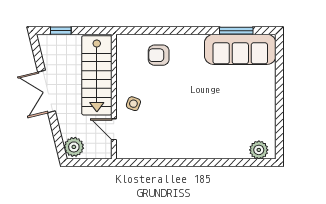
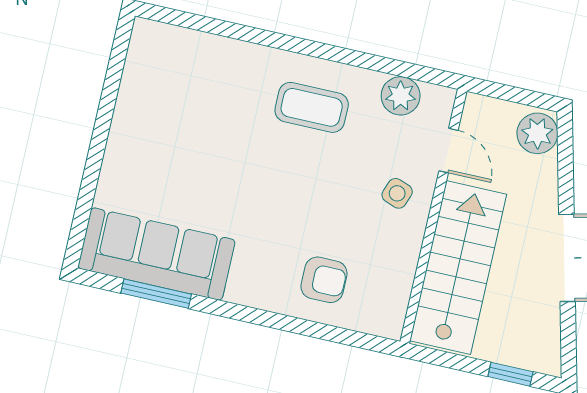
coffee table: (183, 135) -> (312, 107), added
plant: (259, 150) -> (401, 96), moved

